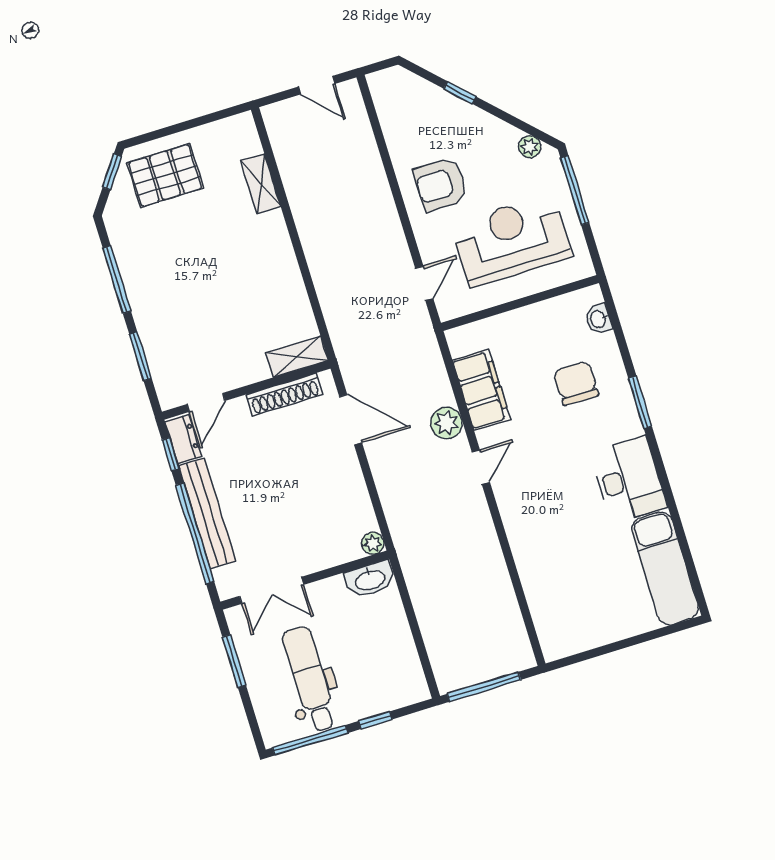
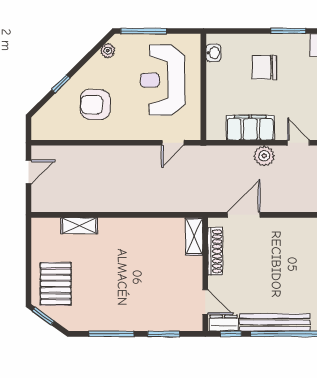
armchair: (441, 184) -> (95, 104), moved, turned 90
door: (424, 283) -> (173, 143), swing flipped
washbasin: (599, 319) -> (213, 53), moved, turned -90

